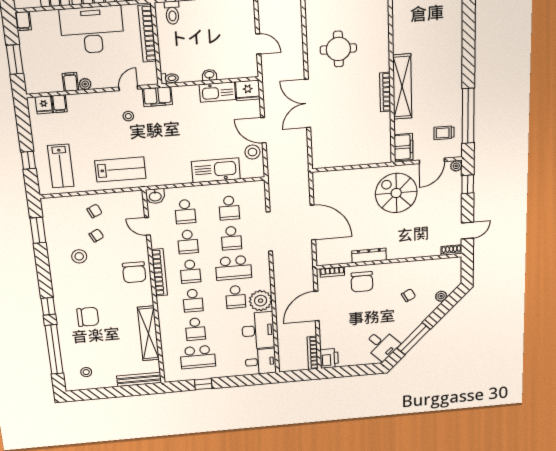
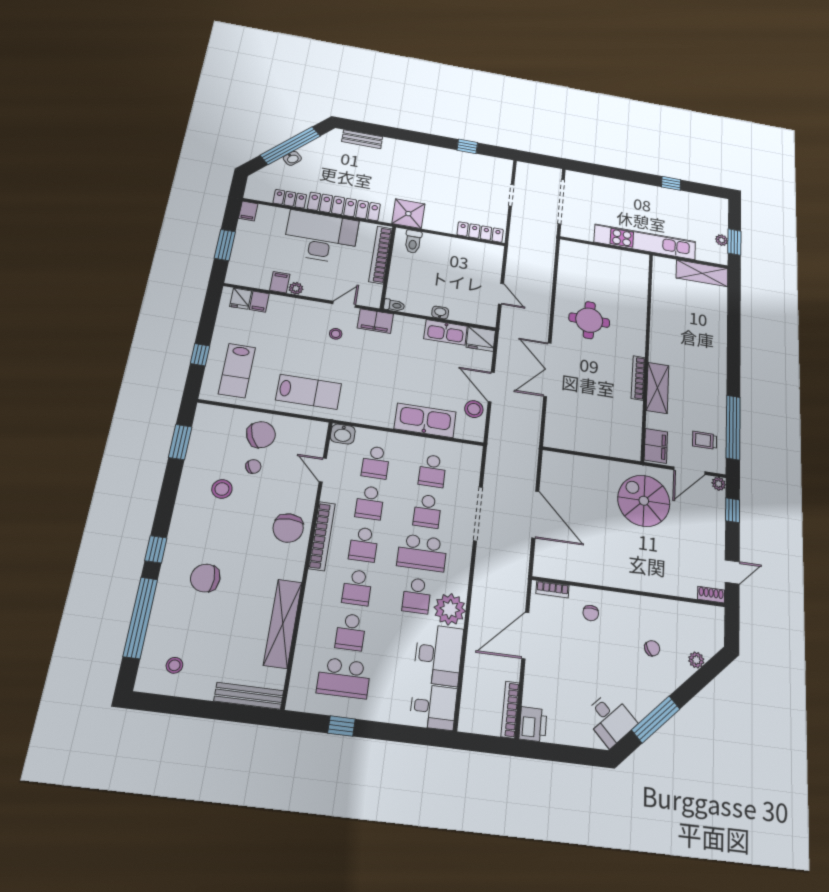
shelving: (402, 87) -> (658, 388), width x0.68
chair: (95, 211) -> (261, 435), width x1.87, depth x1.87
dresser: (369, 256) -> (603, 577), removed
chair: (362, 282) -> (591, 613), width x0.54, depth x0.54
chair: (88, 317) -> (205, 578), turned 180

